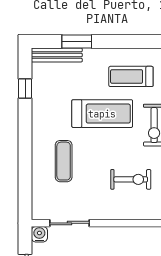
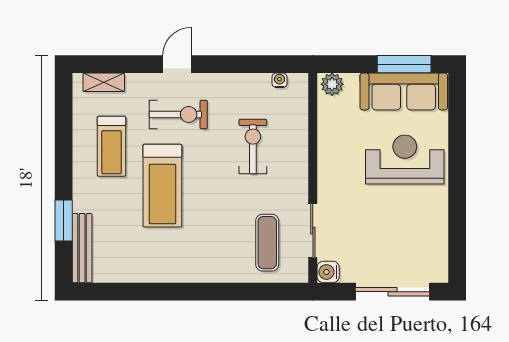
window: (25, 88) -> (128, 292), removed
treadmill: (102, 114) -> (162, 186), turned 180
exercise mat: (64, 161) -> (267, 243), moved, turned 90

